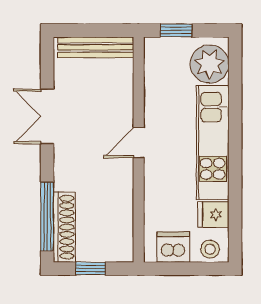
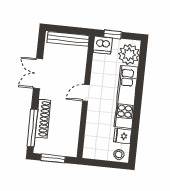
shoe rack: (64, 227) -> (43, 119), moved
dishwasher: (173, 247) -> (103, 45), moved, turned 180
window: (91, 269) -> (53, 158), width x1.50

